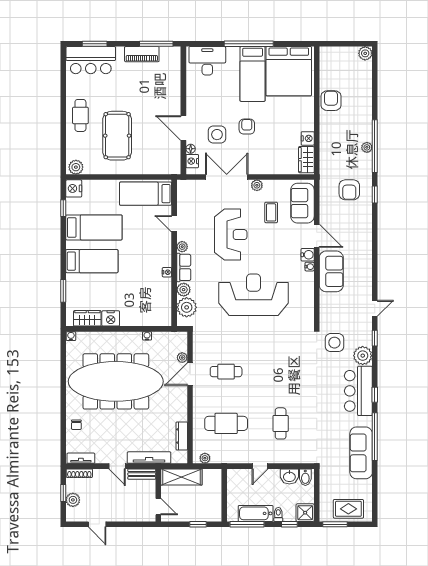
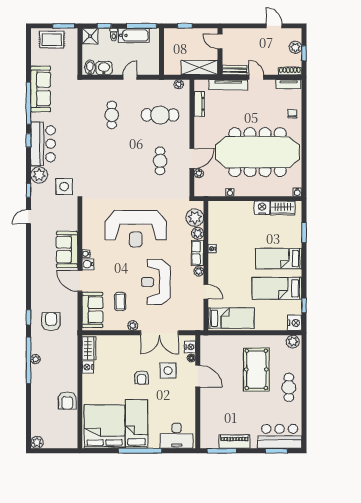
cafe table: (226, 372) -> (160, 161), turned 90

